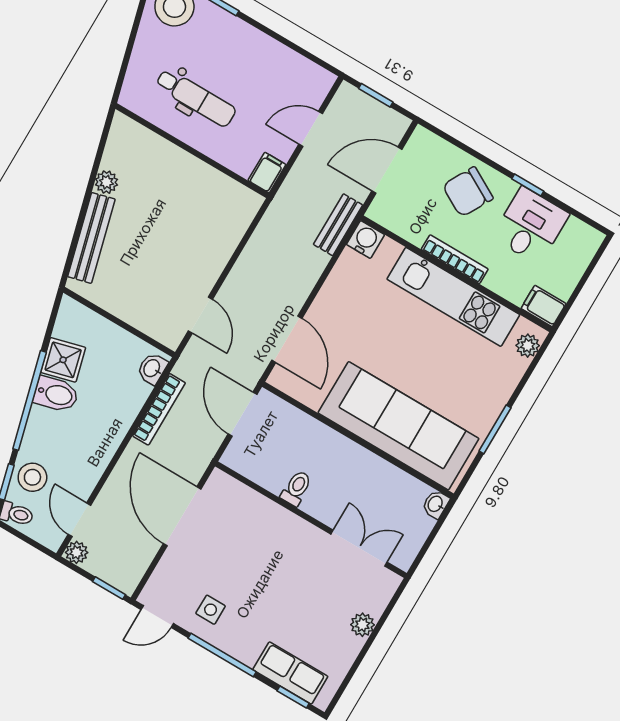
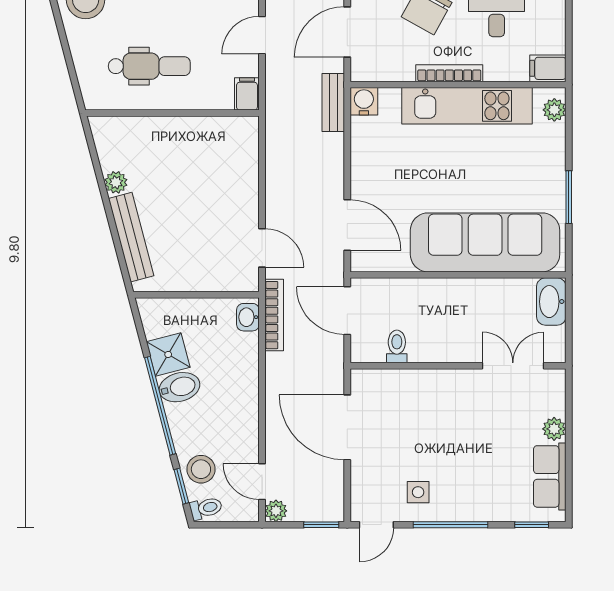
bookcase: (159, 409) -> (274, 315), moved
toilet: (296, 488) -> (397, 346), moved
washbasin: (436, 504) -> (551, 302), width x1.91, depth x1.45
row of seats: (290, 673) -> (550, 476), moved, turned -90

